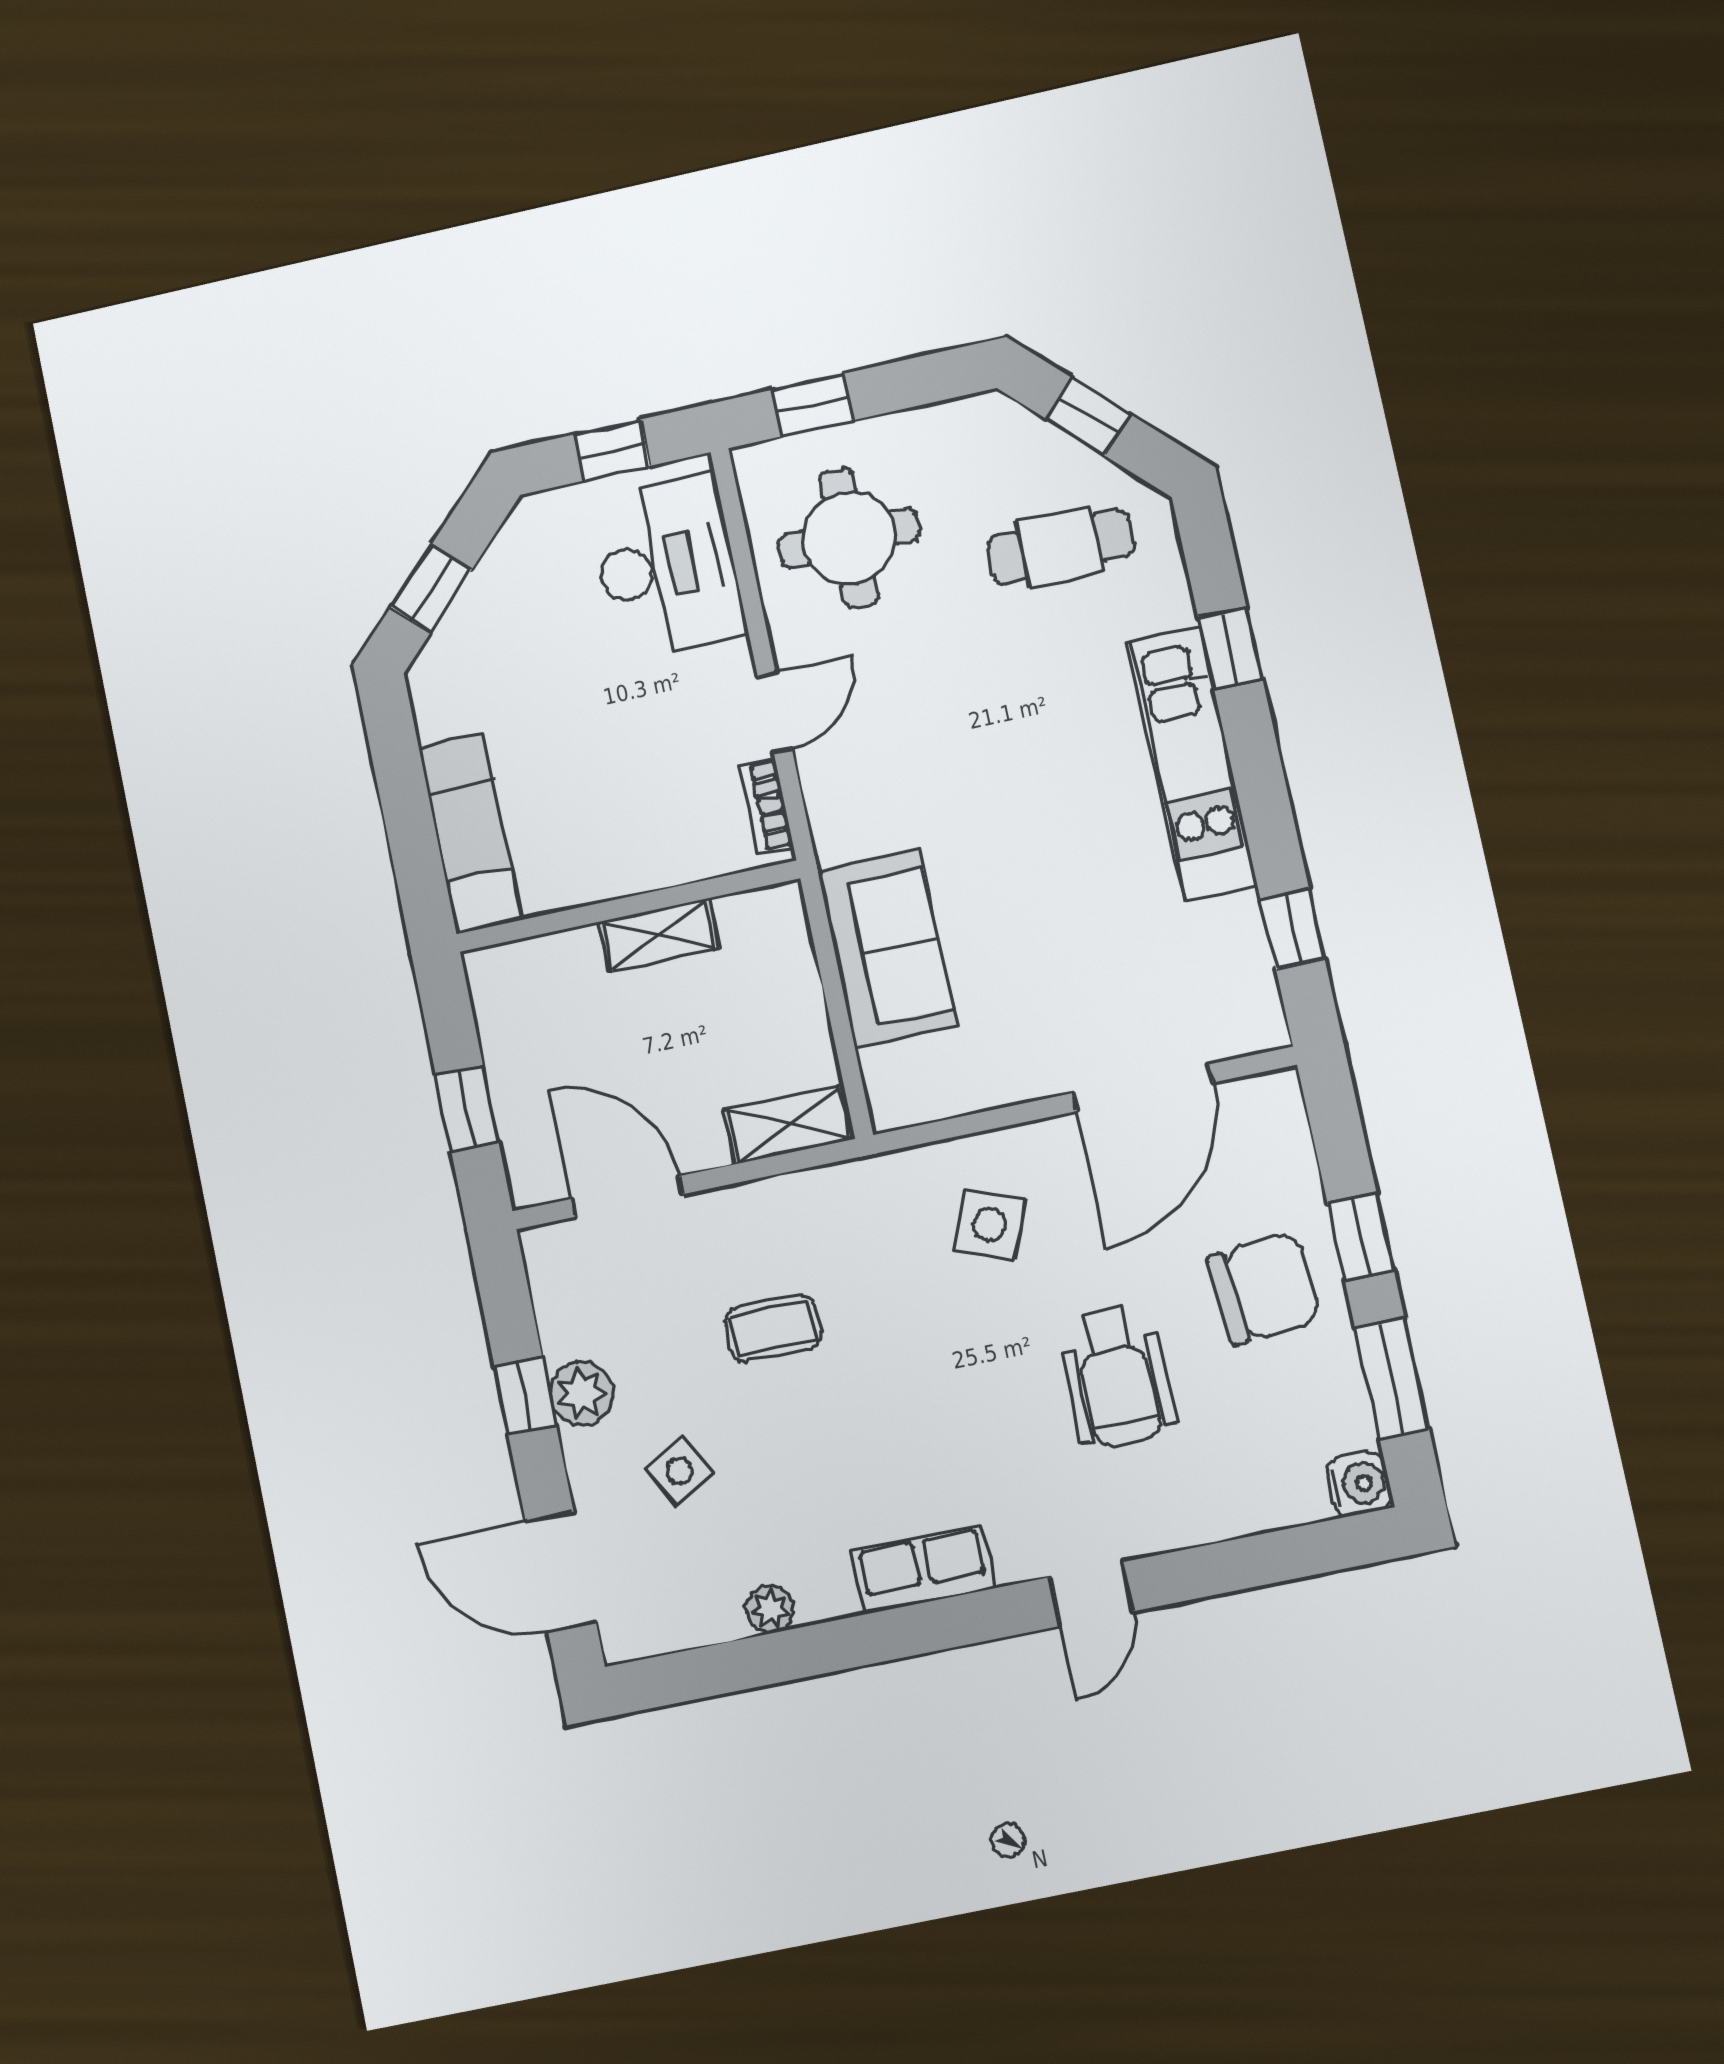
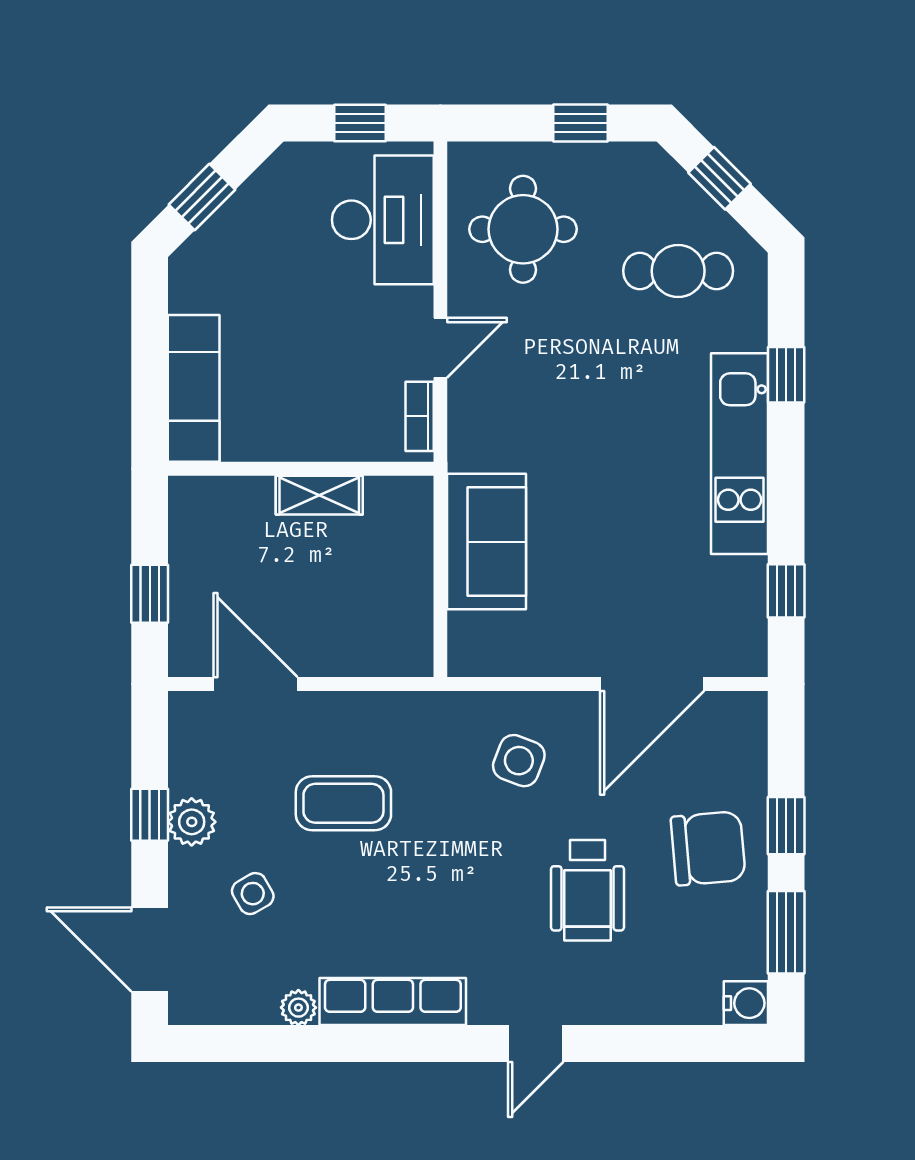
window: (812, 405) -> (580, 123), moved
shelving: (789, 1125) -> (387, 656), removed
coffee table: (773, 1328) -> (343, 803), width x1.36, depth x1.30
row of seats: (923, 1570) -> (393, 1002), width x1.48

